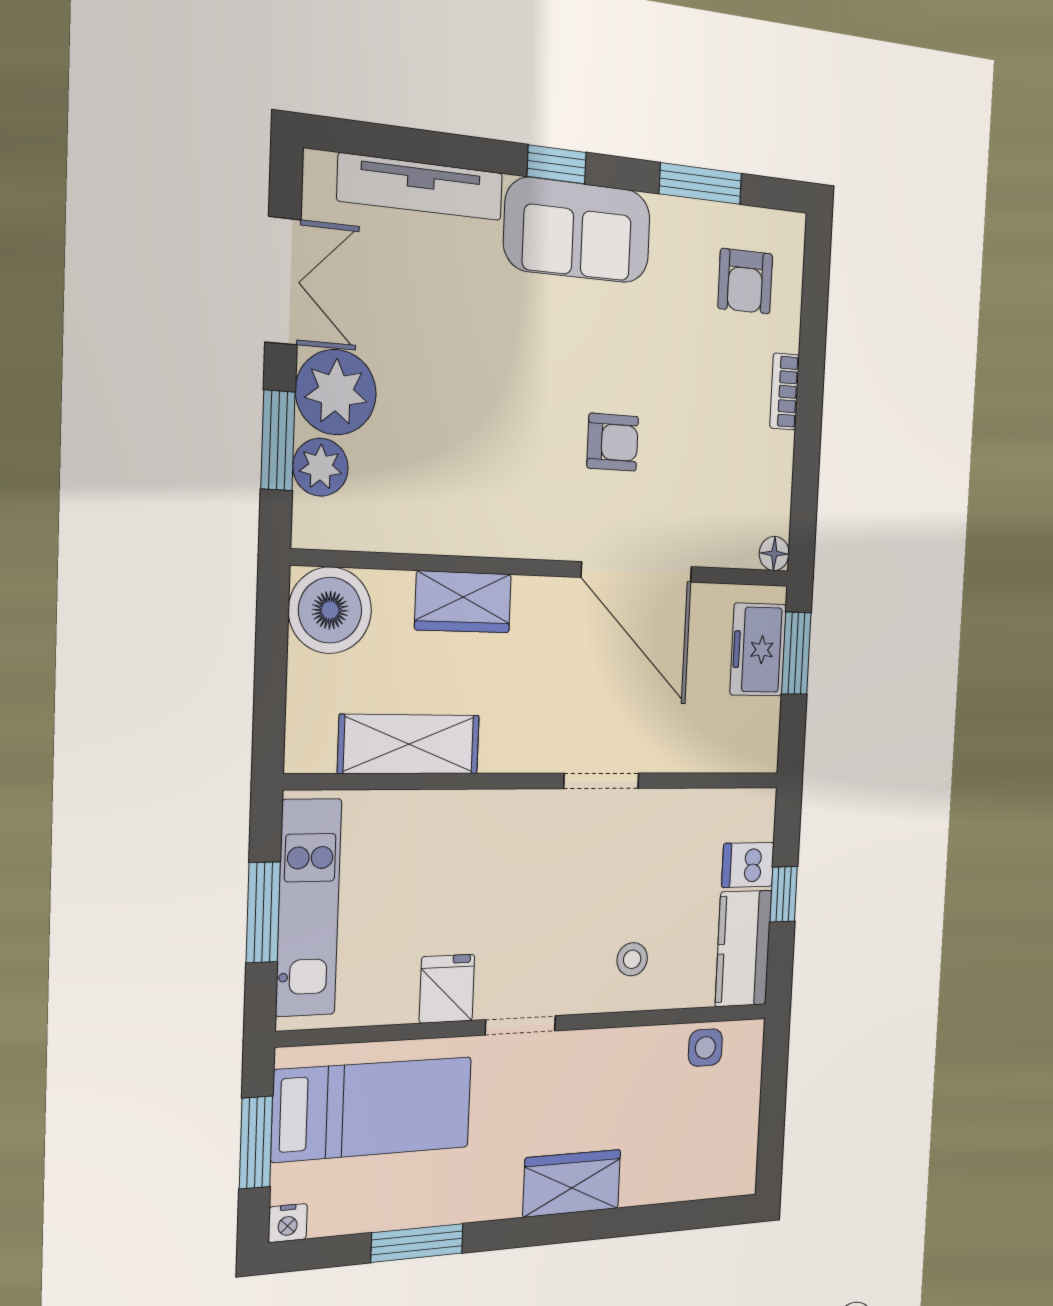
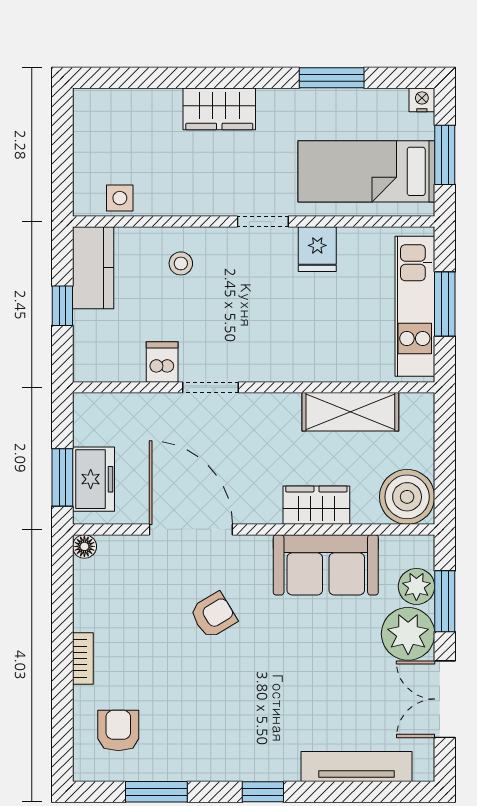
sofa: (577, 230) -> (326, 565), moved, turned 180
armchair: (613, 442) -> (213, 615), turned 149
dishwasher: (748, 865) -> (162, 362), moved, turned -90

